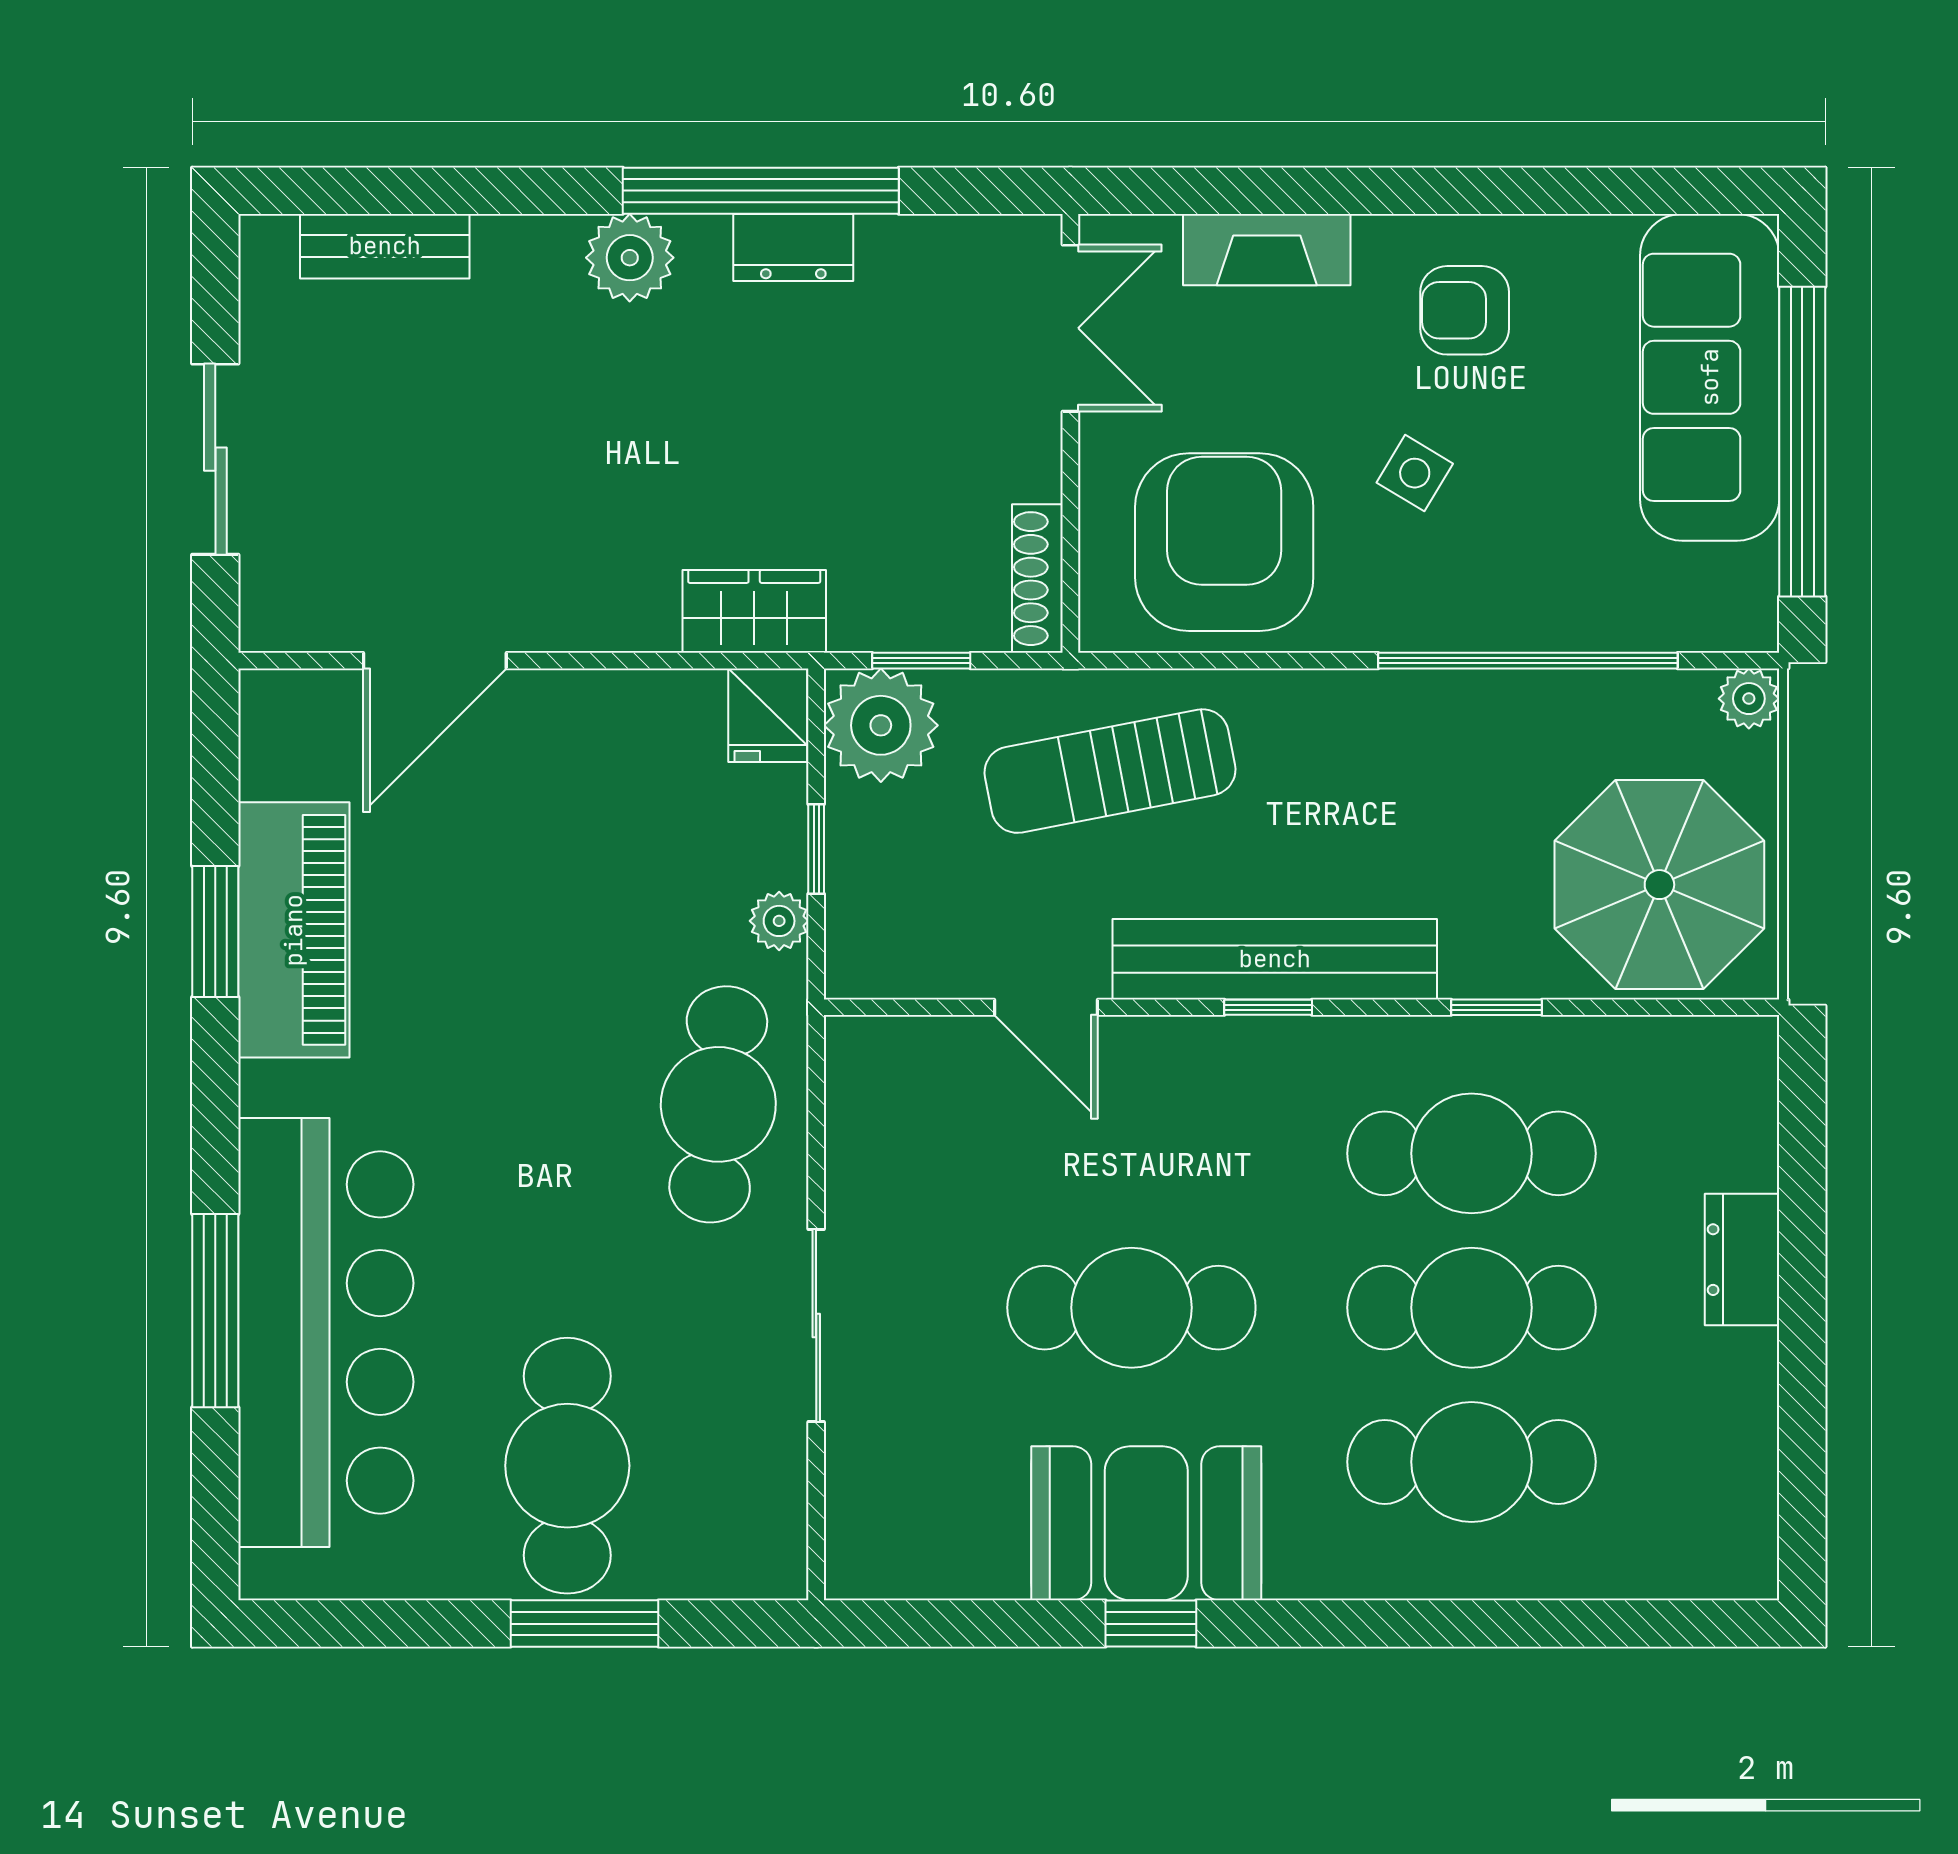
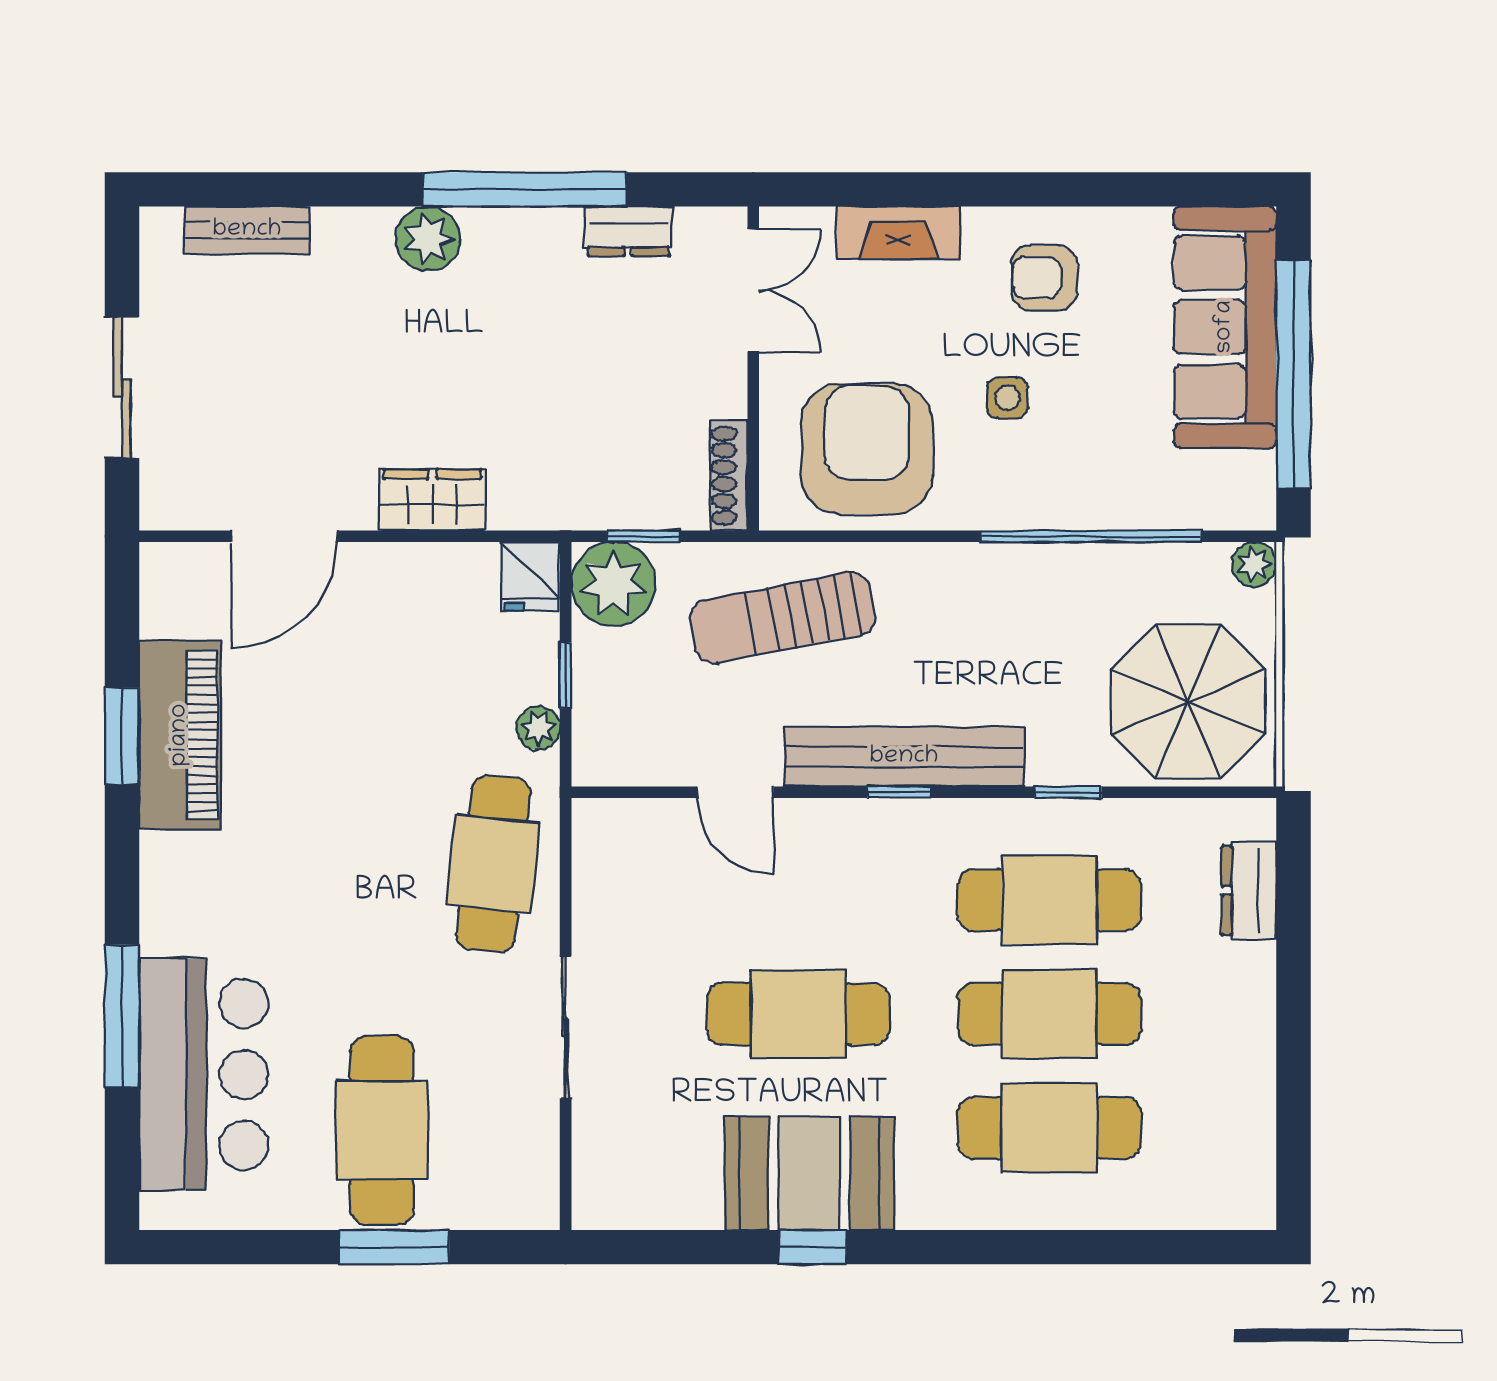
dresser: (793, 248) -> (628, 231), moved
side table: (1415, 473) -> (1008, 398), turned -31
wardrobe: (754, 611) -> (432, 500), moved
dresser: (1742, 1260) -> (1249, 891), moved
bar counter: (326, 1332) -> (204, 1075), width x0.73

